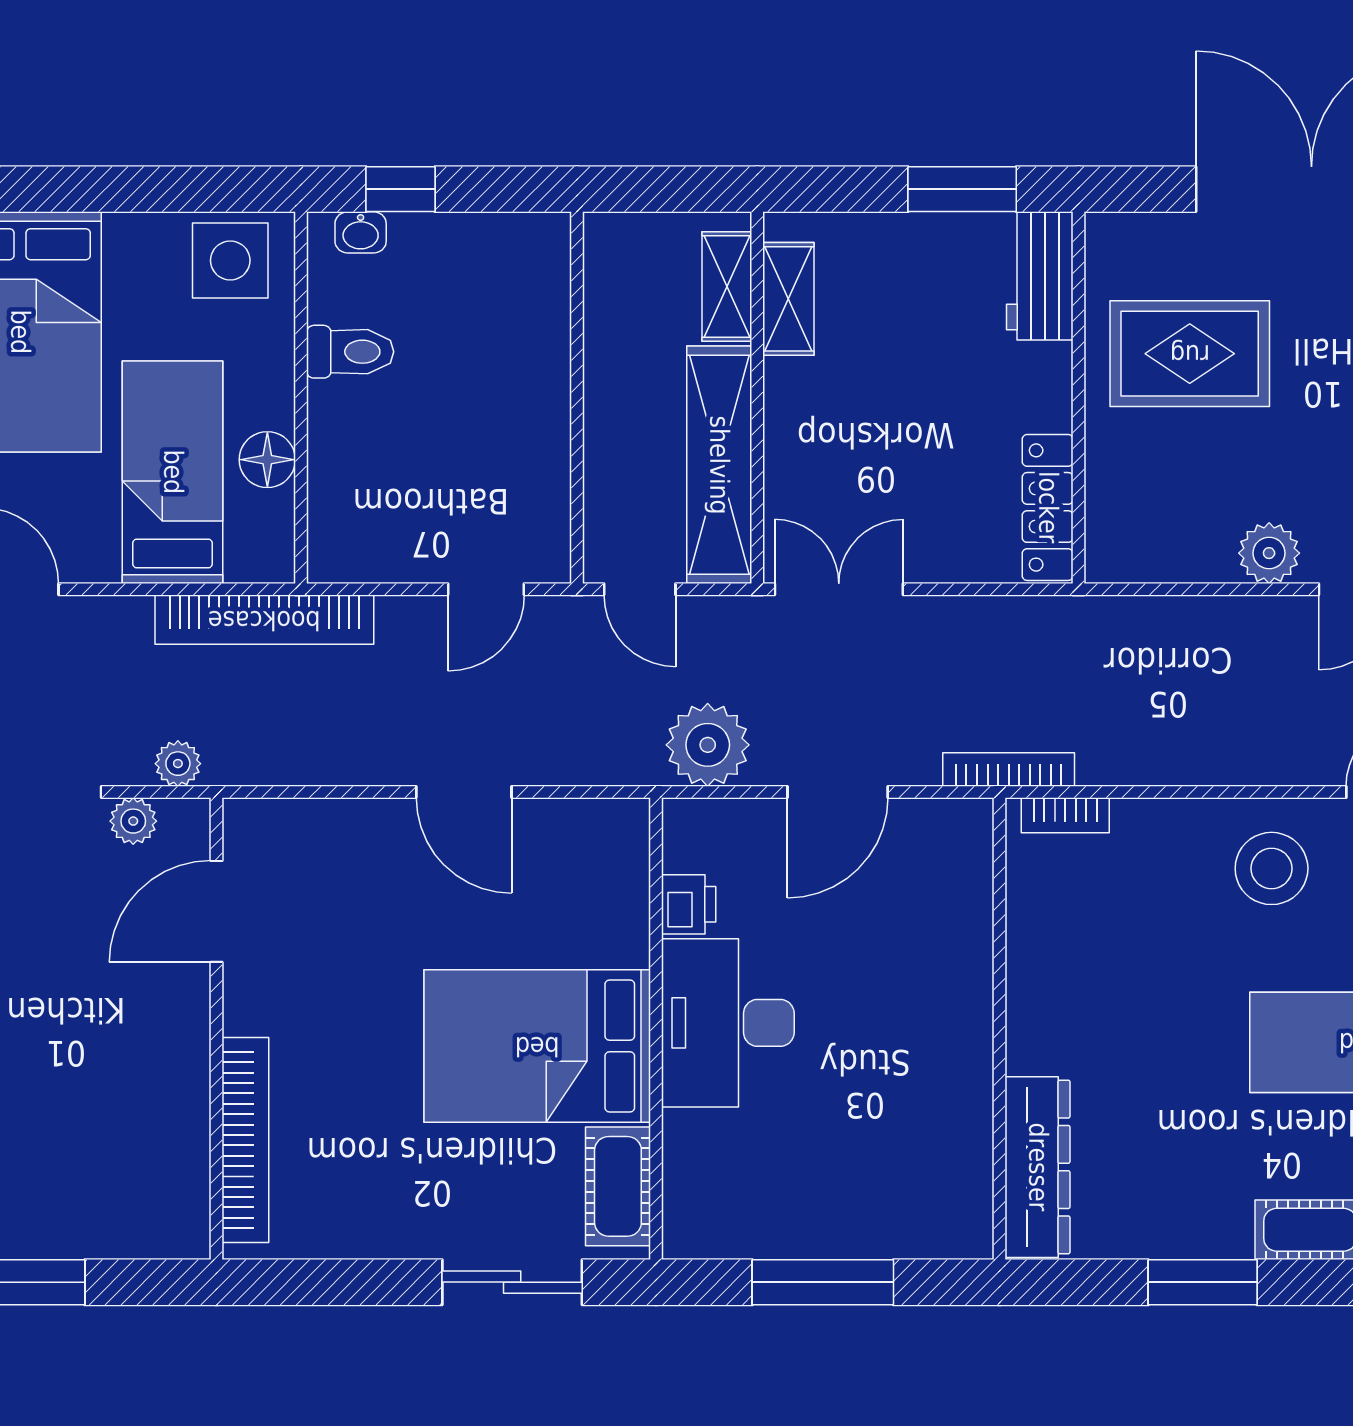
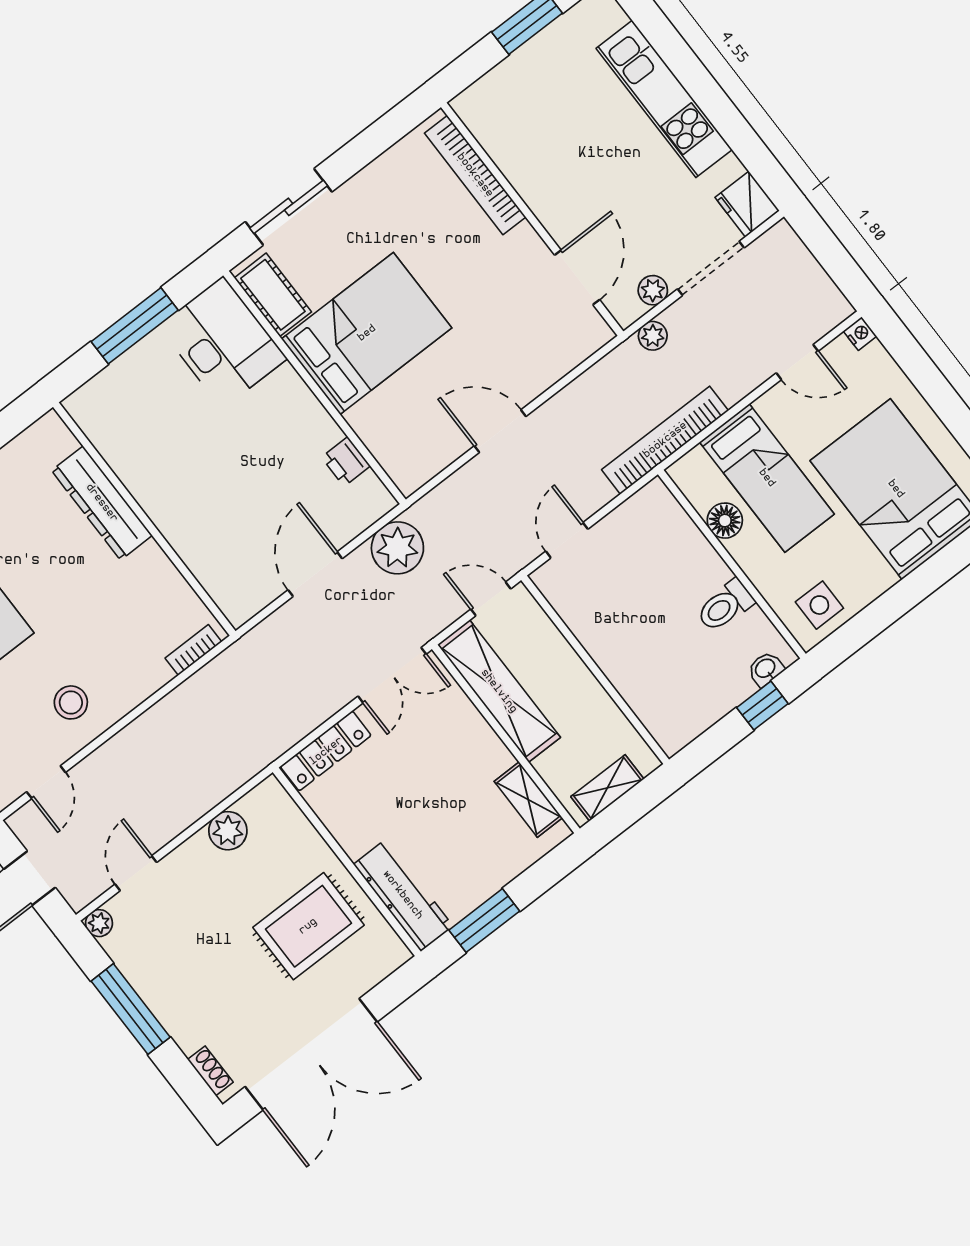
side table: (230, 260) -> (819, 605), width x0.73, depth x0.73
workbench: (1040, 276) -> (403, 895), width x1.38
shelving: (727, 286) -> (607, 788), moved, turned 90
locker: (1048, 507) -> (326, 751), moved, turned 90
plant: (1269, 553) -> (228, 831), moved
bookcase: (1009, 770) -> (239, 651), removed
stool: (1272, 868) -> (71, 702), width x0.73, depth x0.73
desk: (728, 1023) -> (223, 342), moved
dresser: (1038, 1167) -> (102, 503), moved

